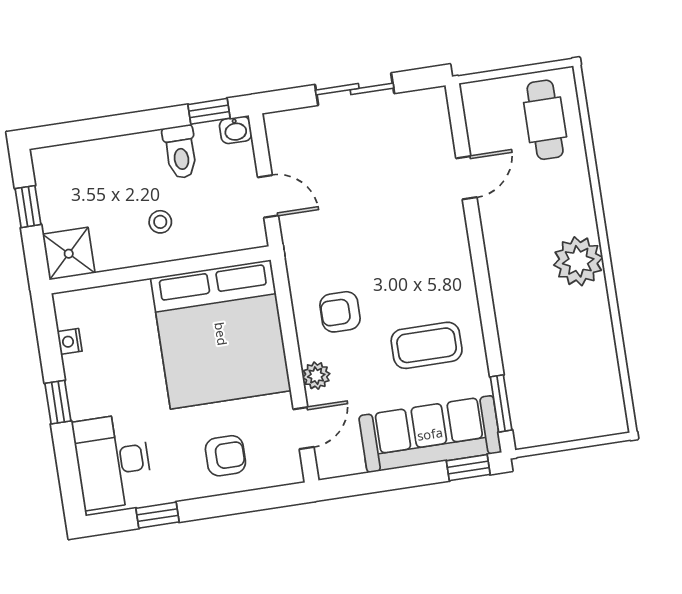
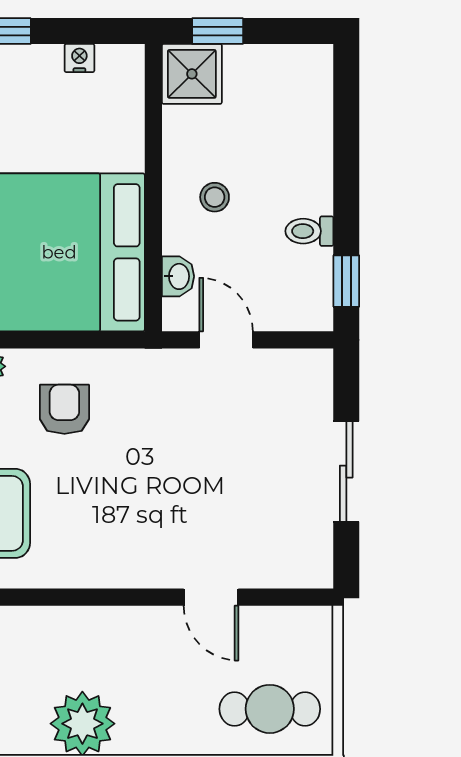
washbasin: (236, 130) -> (178, 276), moved, turned 180
toilet: (180, 152) -> (309, 231), width x0.73, depth x0.72
door: (268, 196) -> (226, 340), swing flipped
window: (28, 207) -> (218, 31), moved

